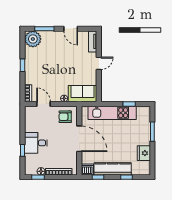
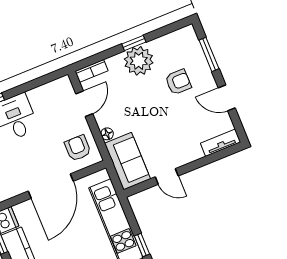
door: (71, 29) -> (227, 98), hinge flipped
plant: (33, 39) -> (139, 61), moved
armchair: (52, 51) -> (178, 82), added
door: (99, 63) -> (167, 176), moved

